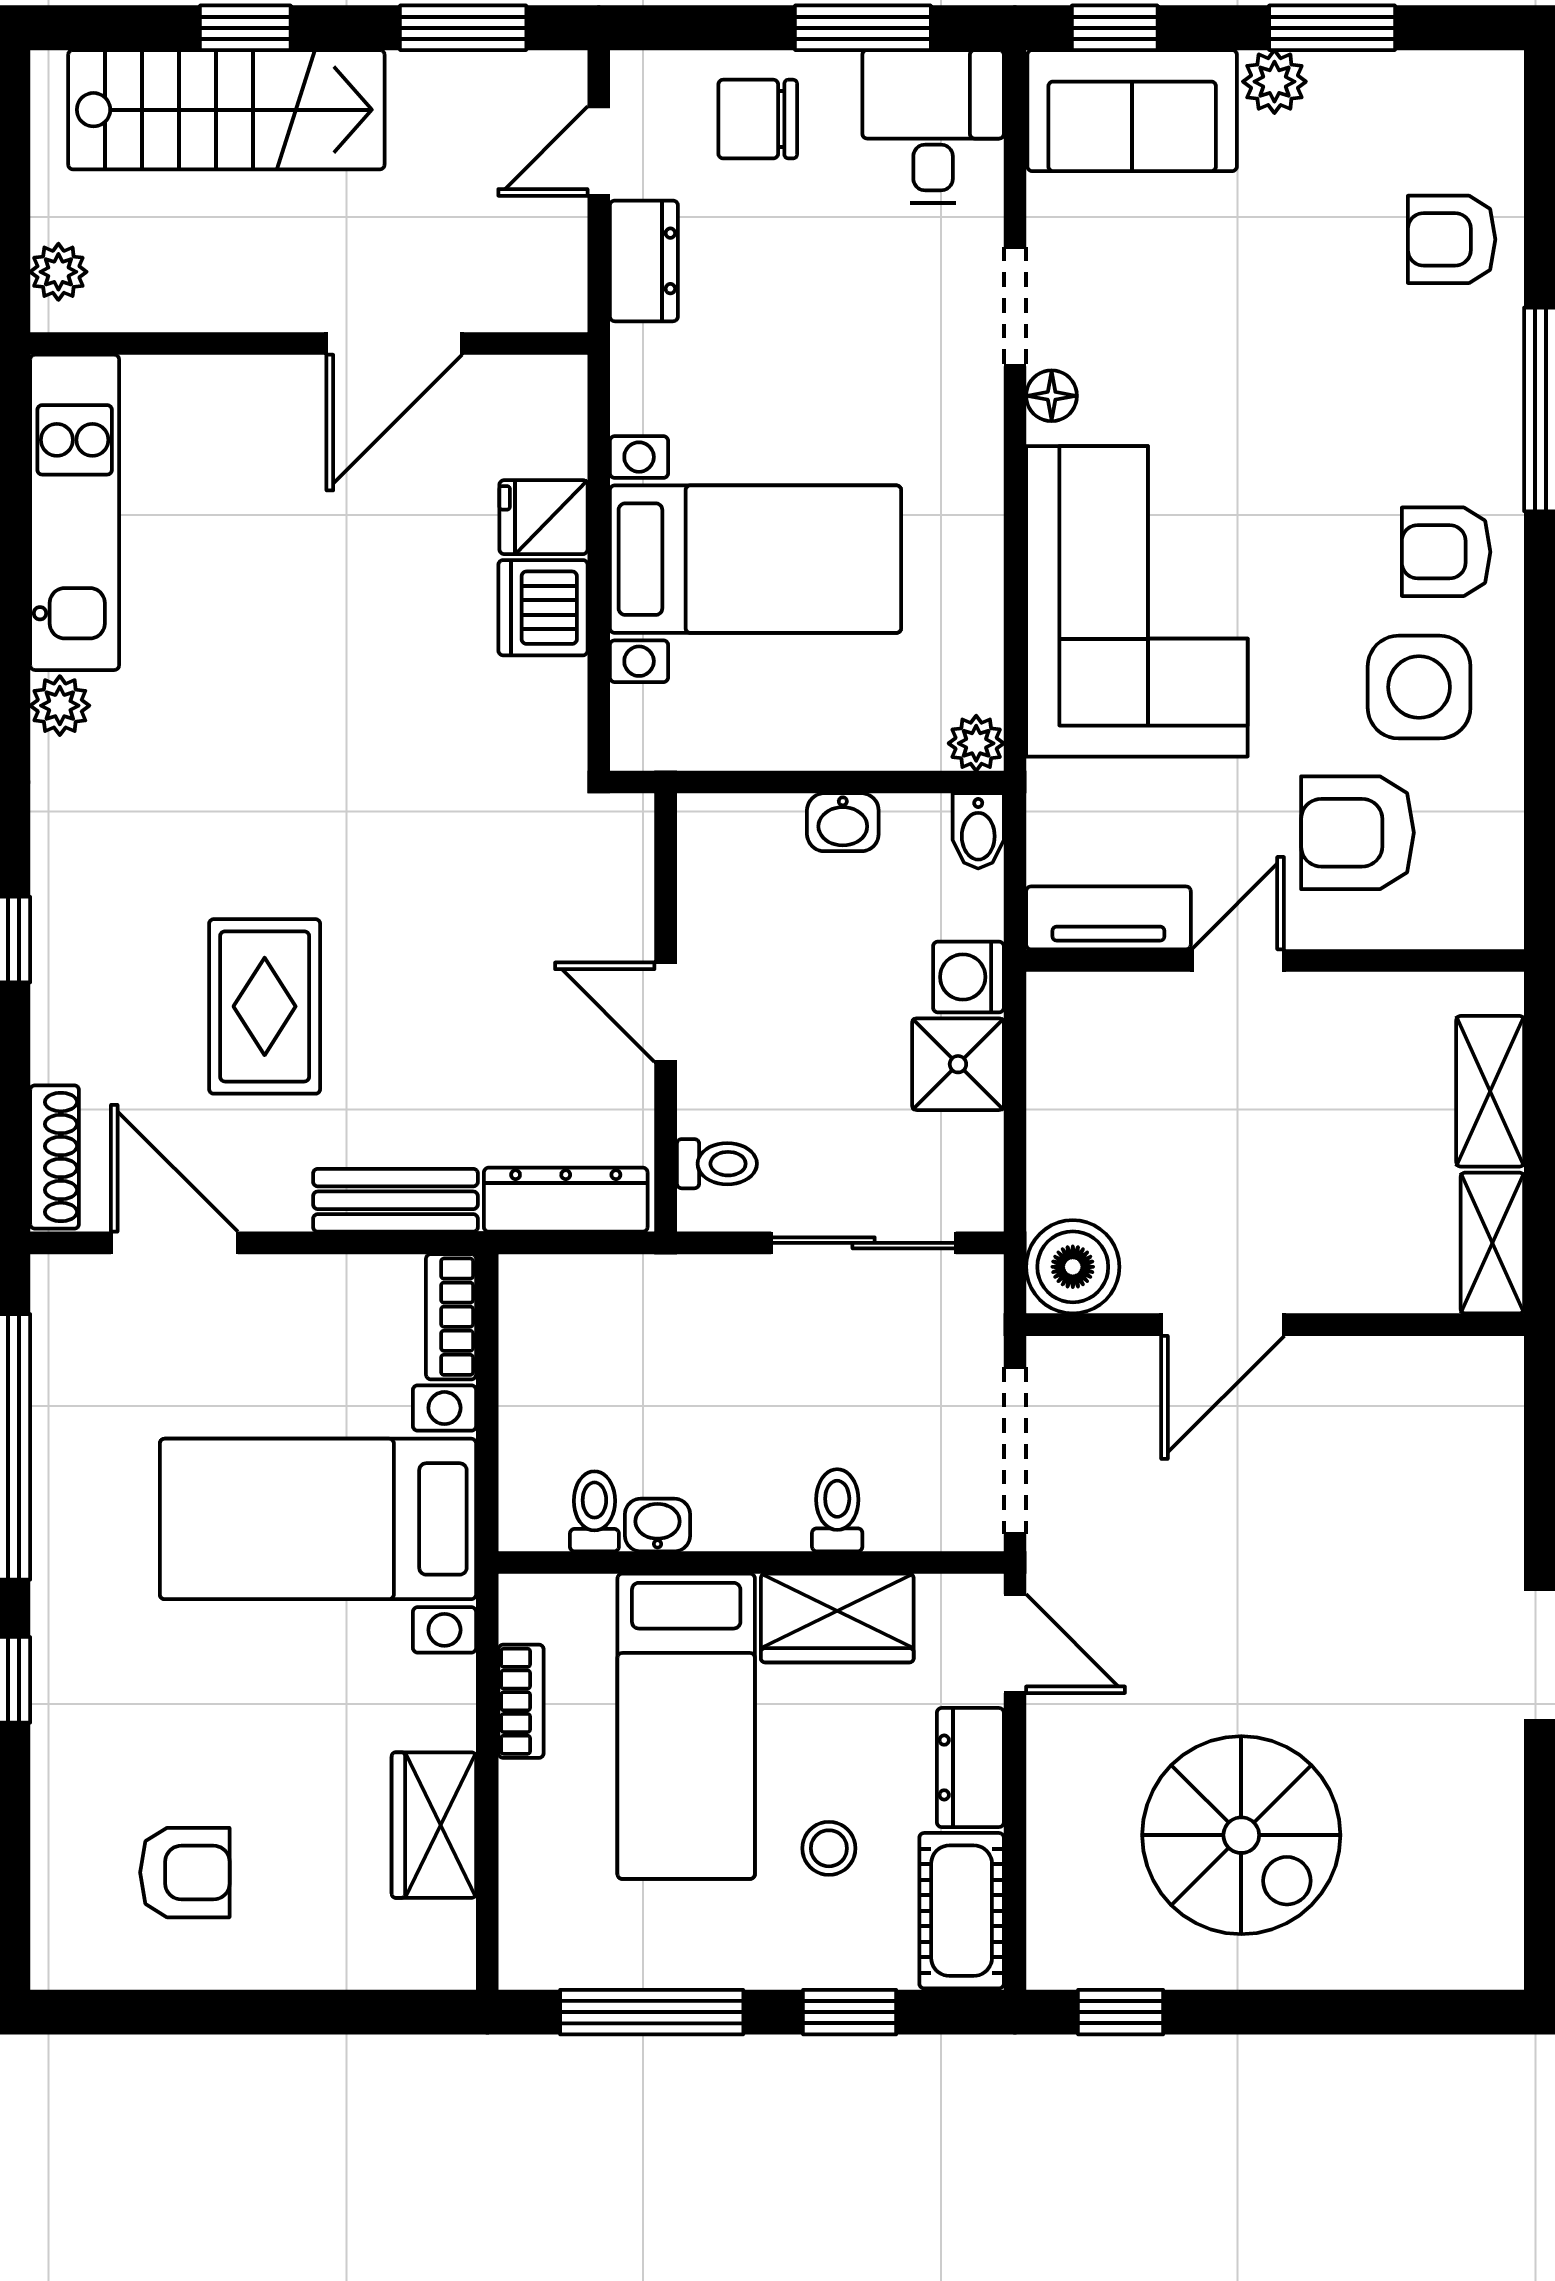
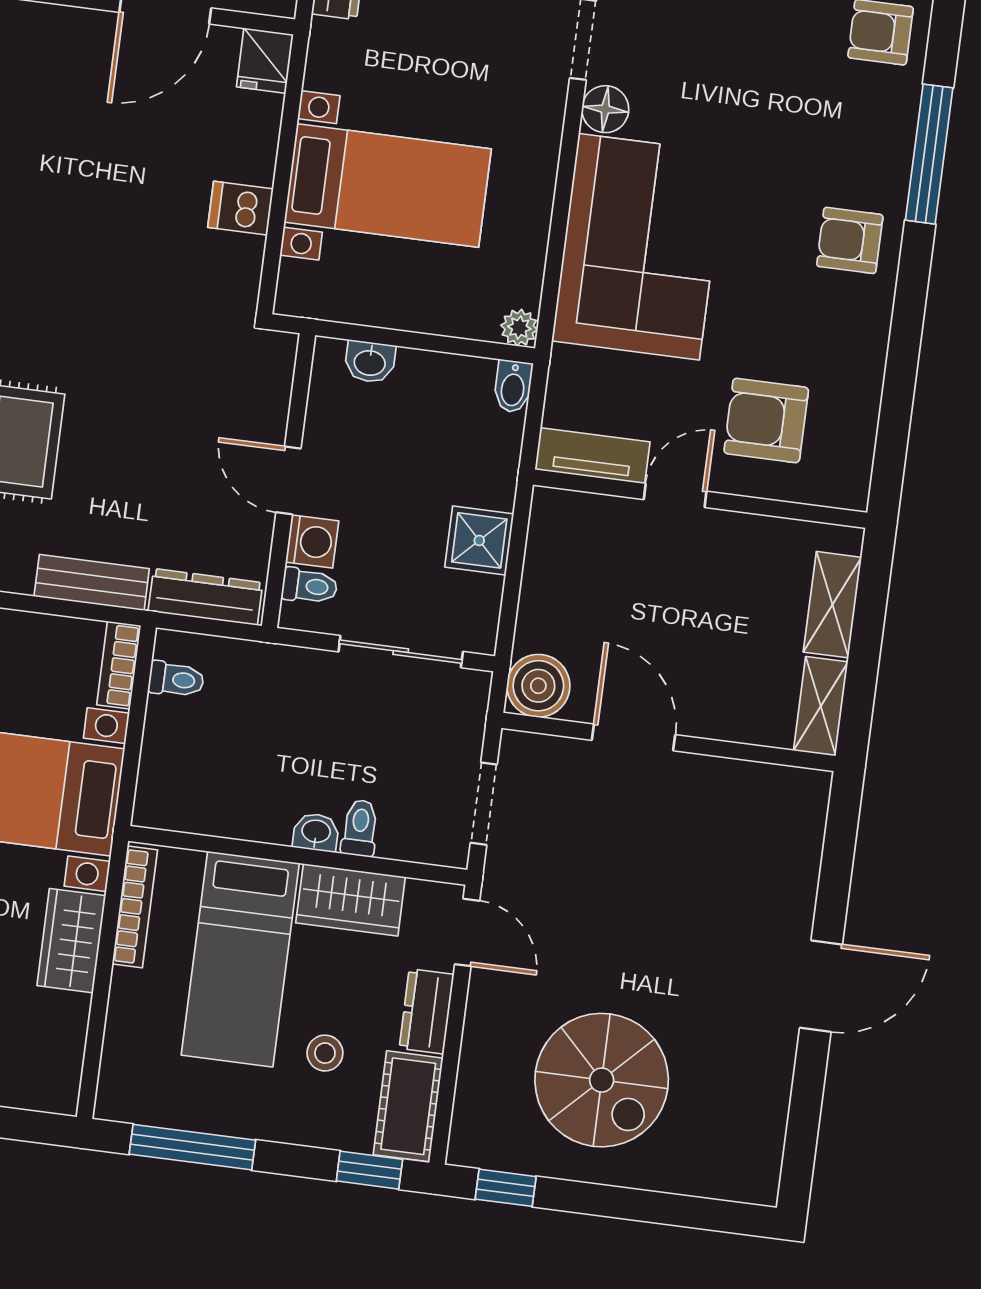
floor lamp: (1052, 396) -> (605, 109), width x1.37, depth x1.37
fridge: (544, 517) -> (265, 61), moved, turned -90
dishwasher: (543, 608) -> (241, 208), width x0.73
side table: (1419, 687) -> (820, 328), removed
washbasin: (843, 822) -> (370, 362), moved
washing machine: (968, 977) -> (312, 542), moved, turned 180
door: (1223, 1325) -> (634, 737), swing flipped
doorway: (1015, 1451) -> (484, 804), width x0.73
toilet: (594, 1511) -> (176, 679), moved, turned 90
washbasin: (658, 1525) -> (316, 832), moved
bookcase: (521, 1701) -> (135, 907), width x1.56
wardrobe: (434, 1825) -> (71, 941), moved
window: (850, 2012) -> (369, 1170), moved

